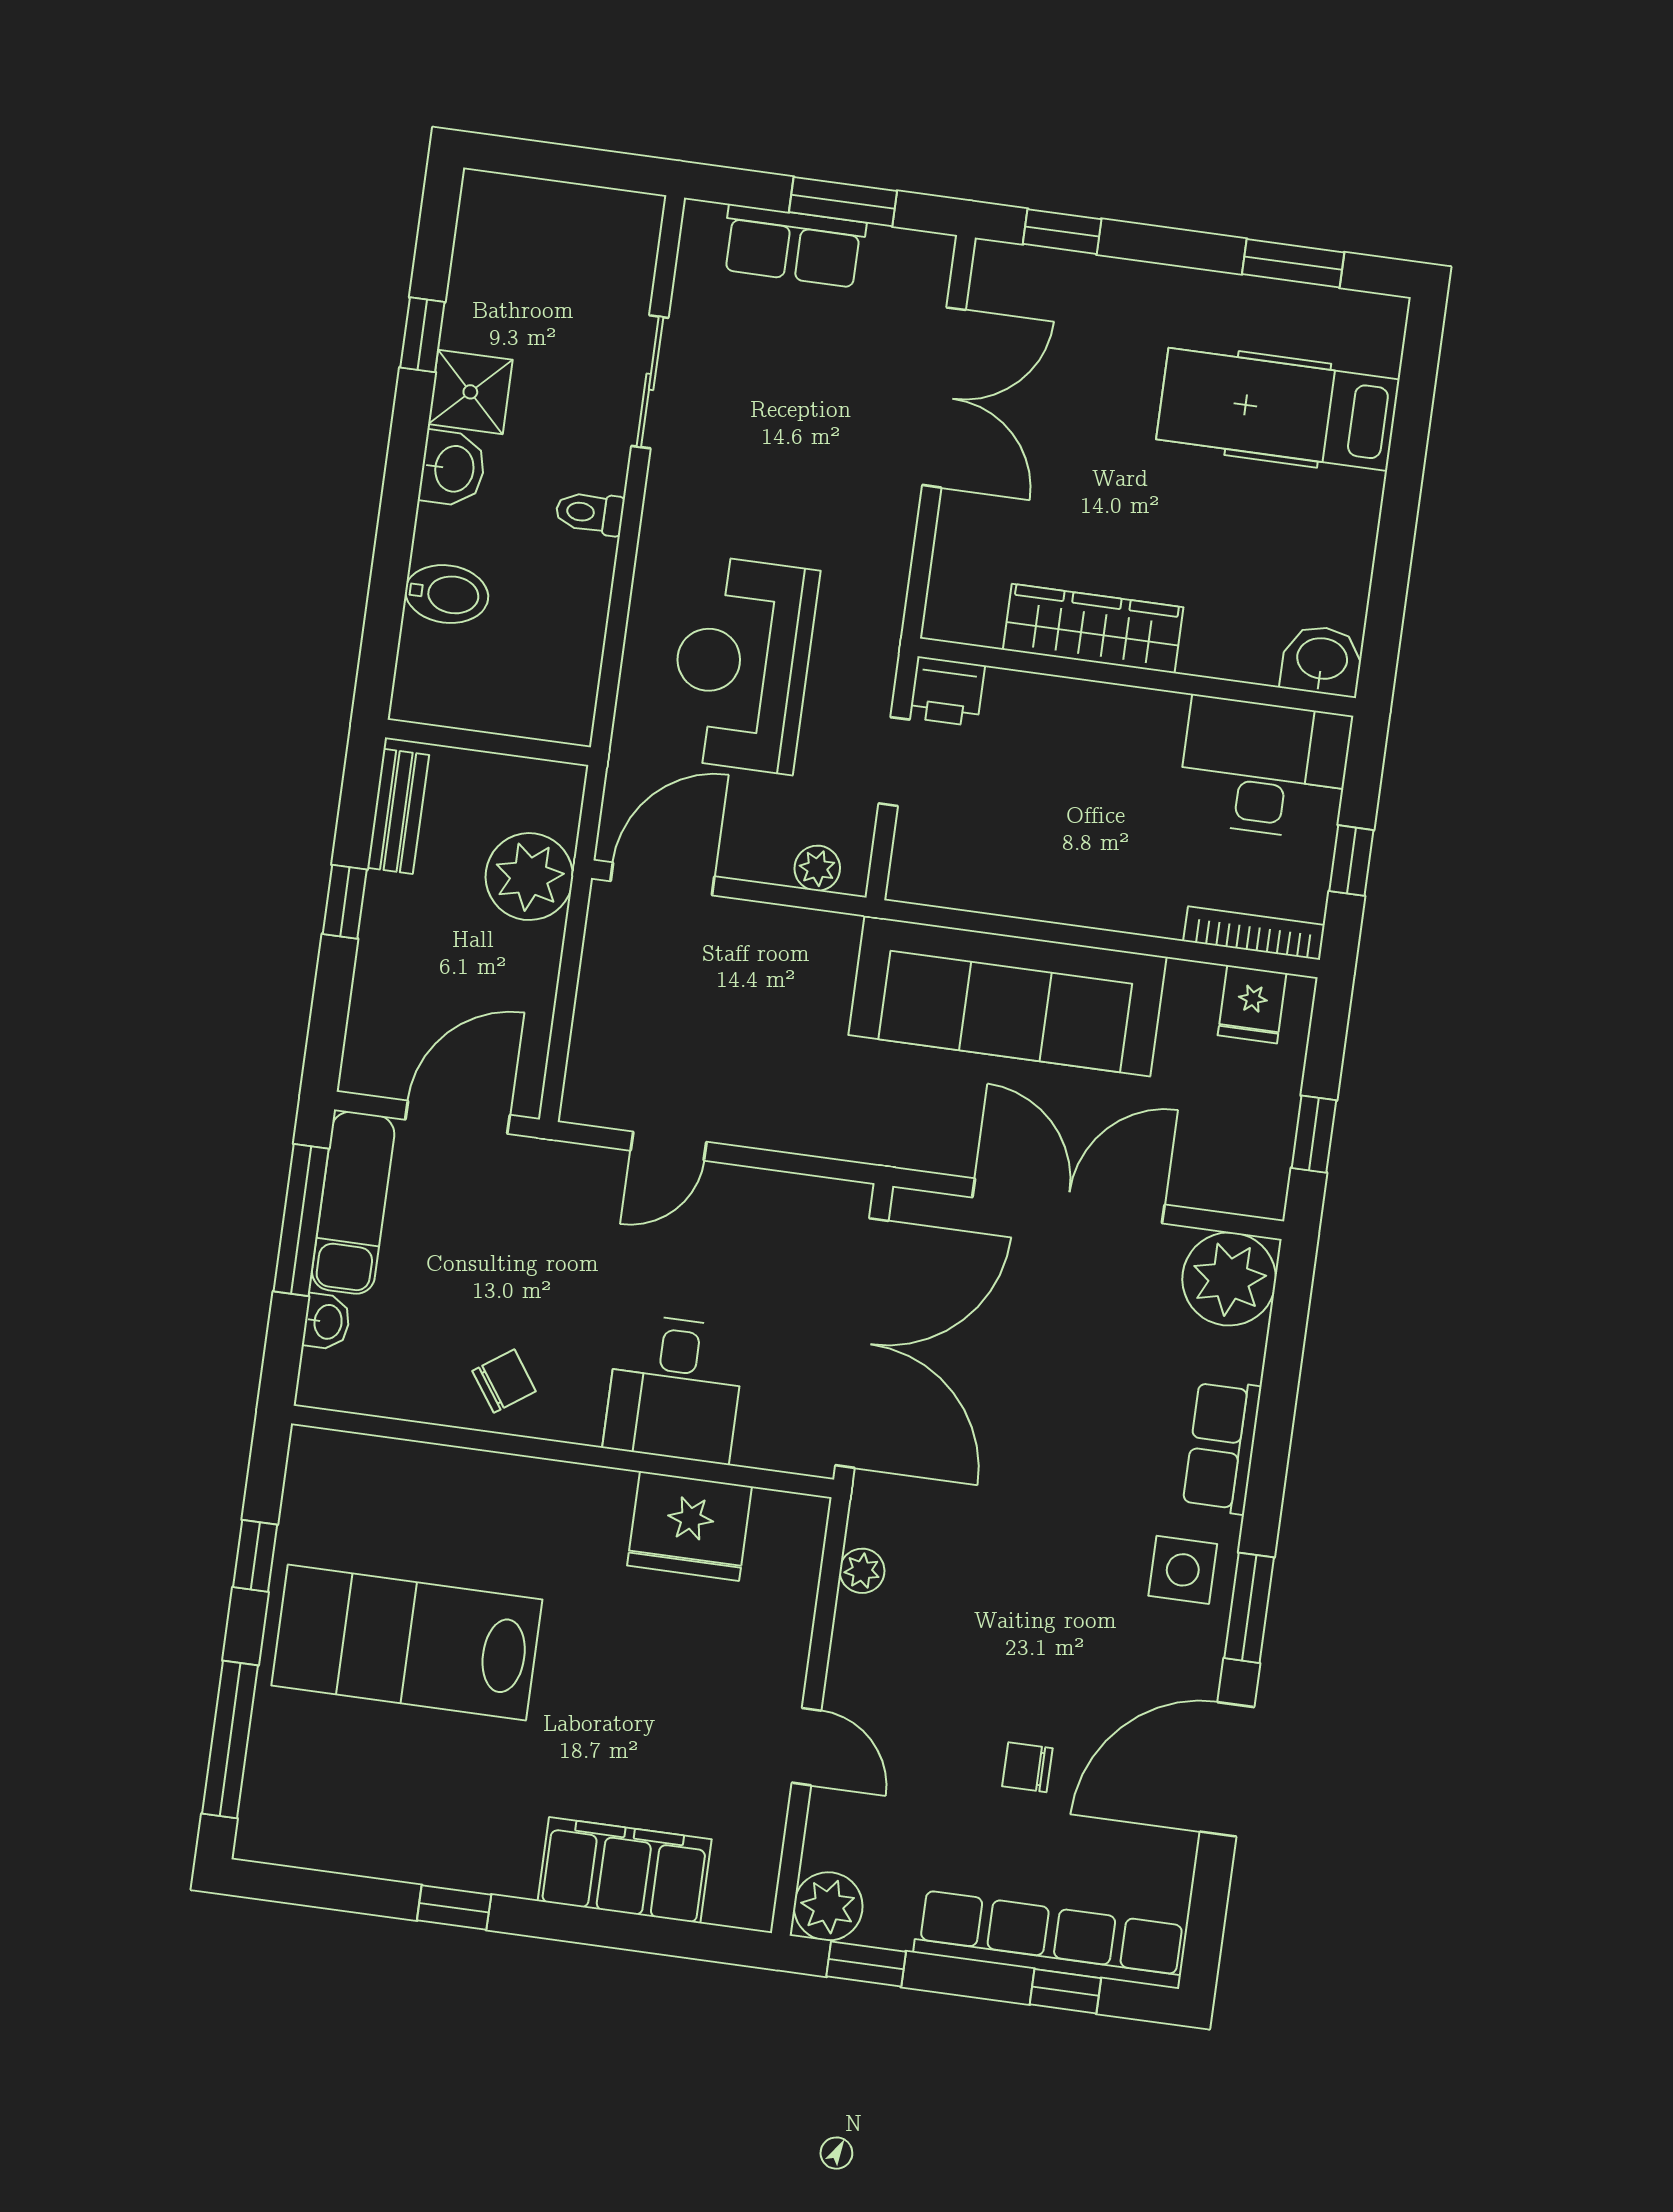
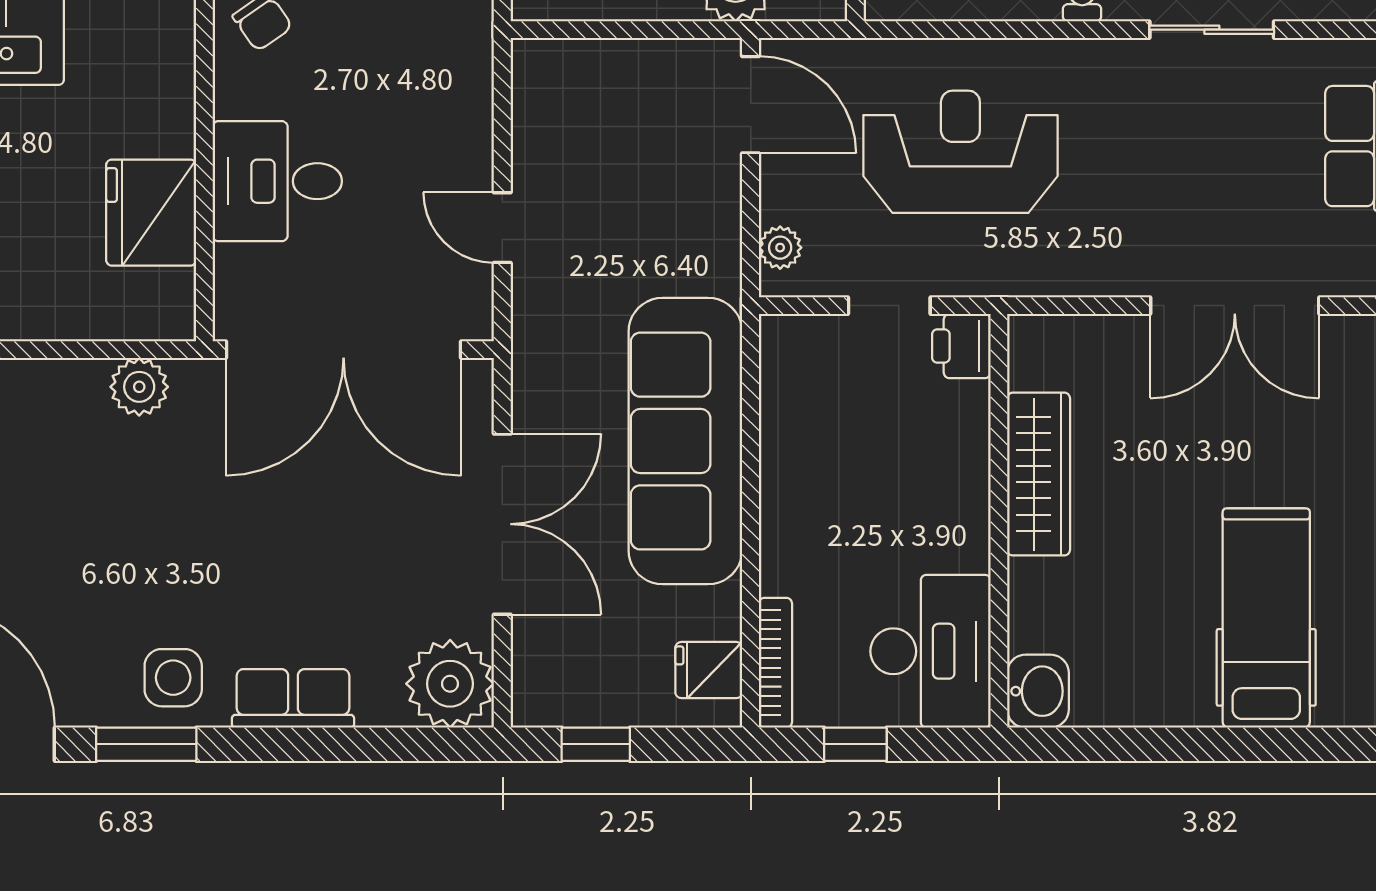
door: (668, 1146) -> (502, 228), moved
plant: (862, 1571) -> (139, 387), width x1.38, depth x1.38

